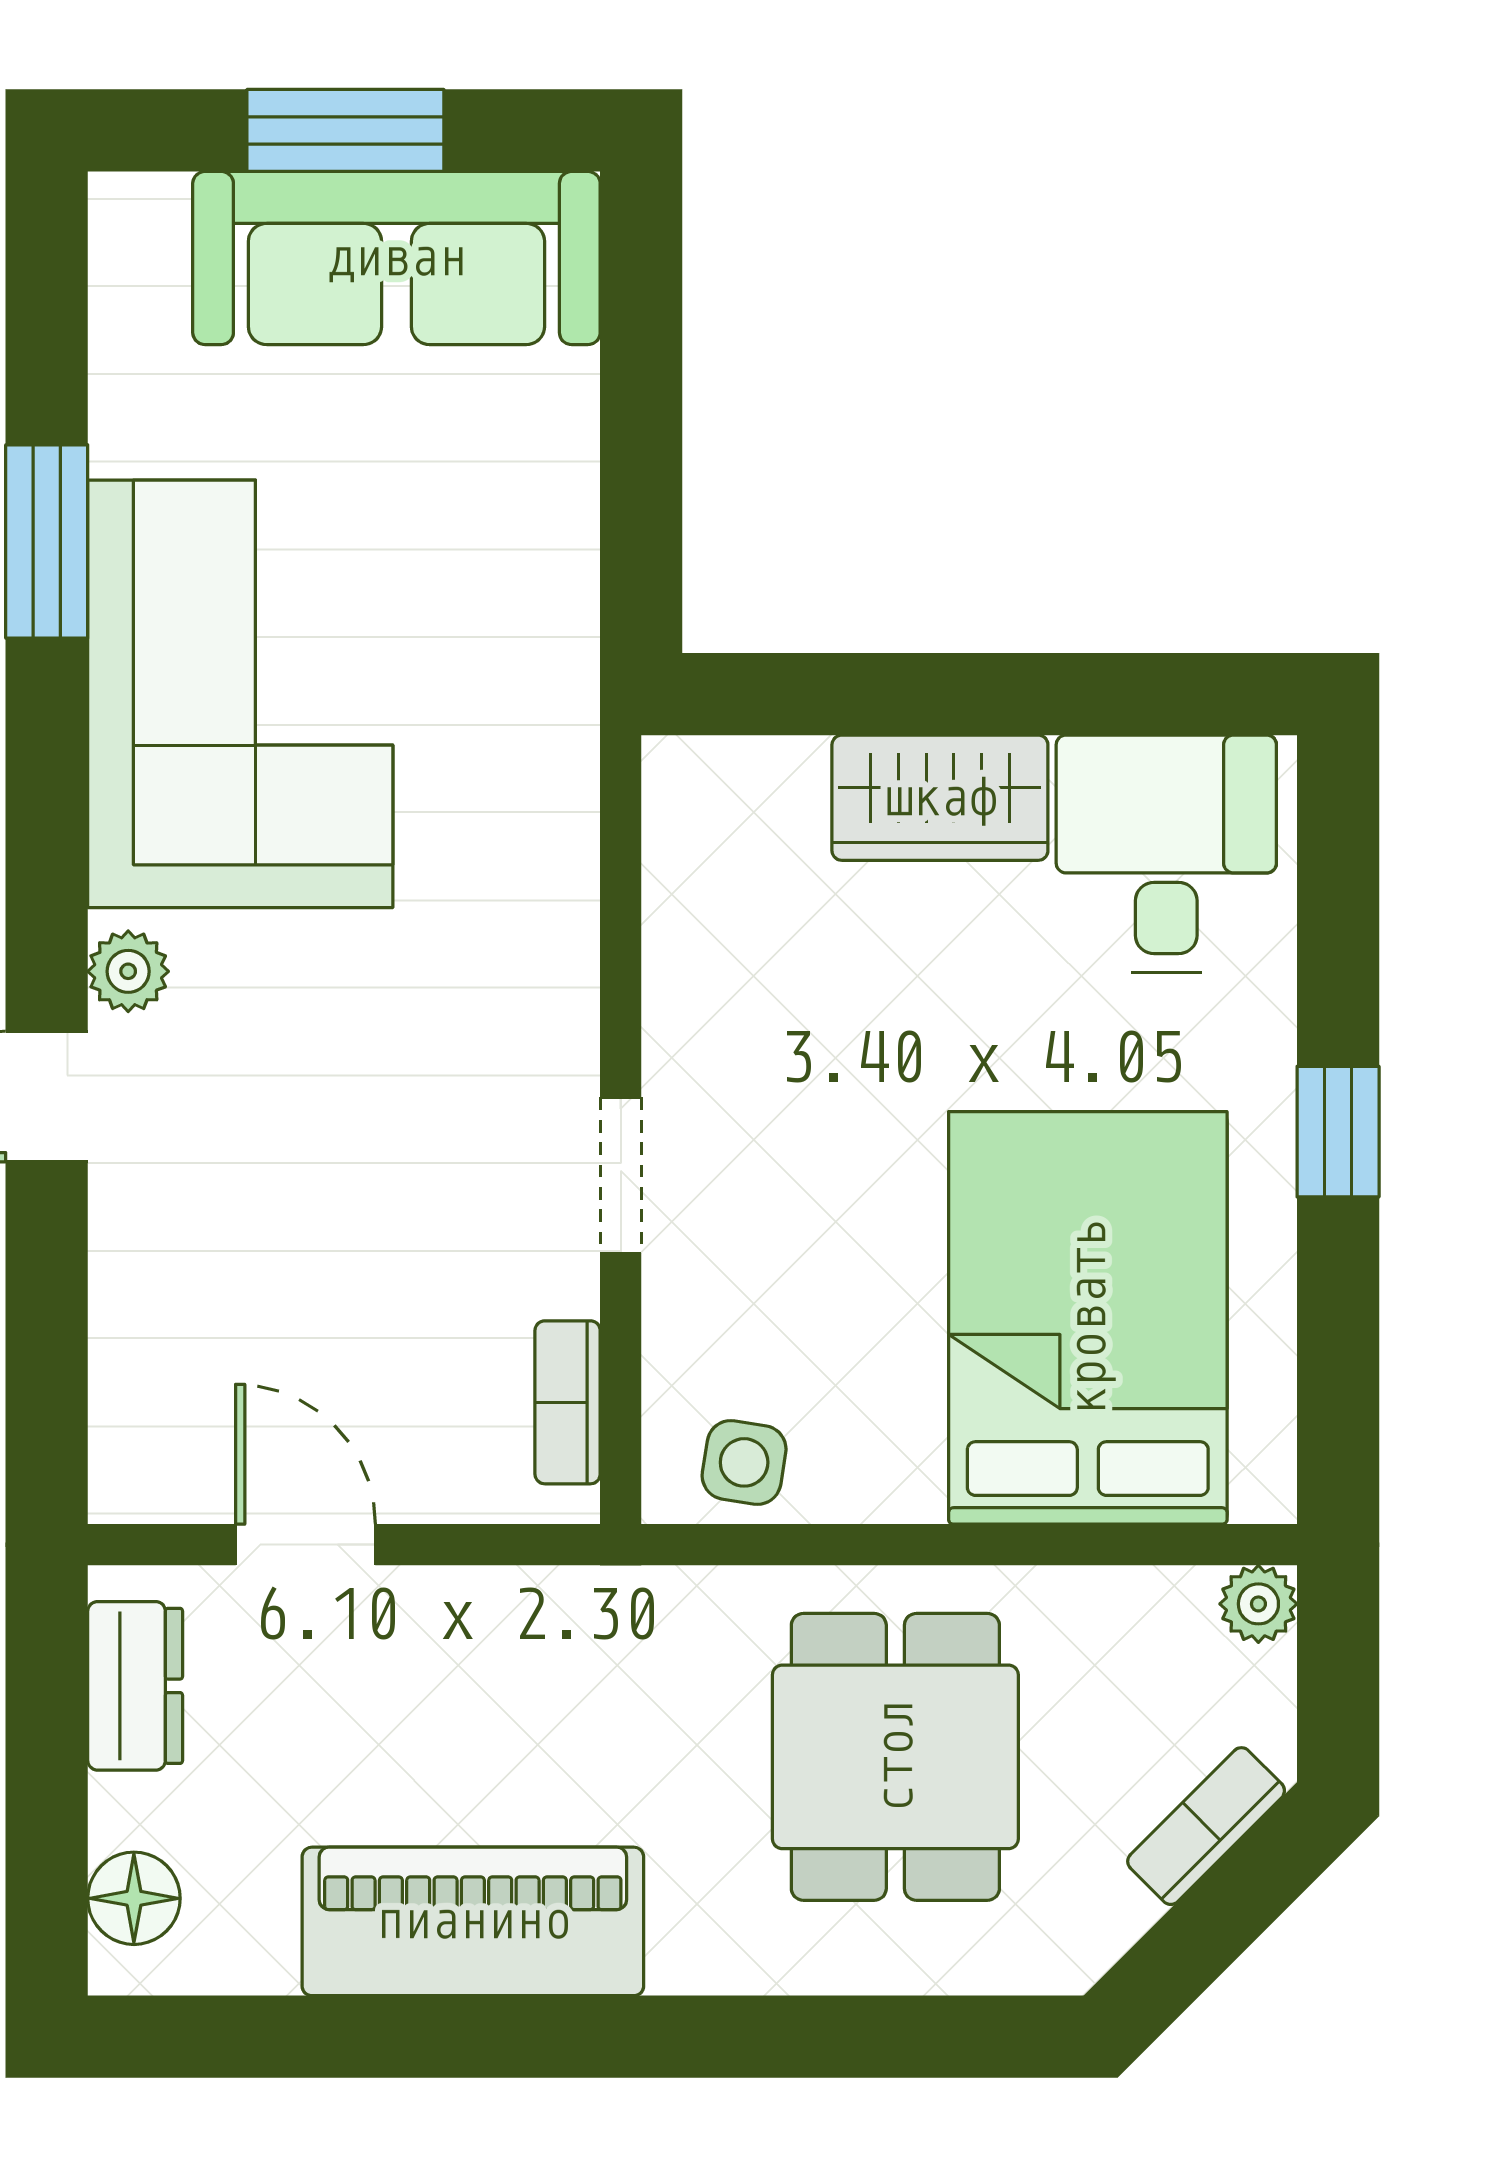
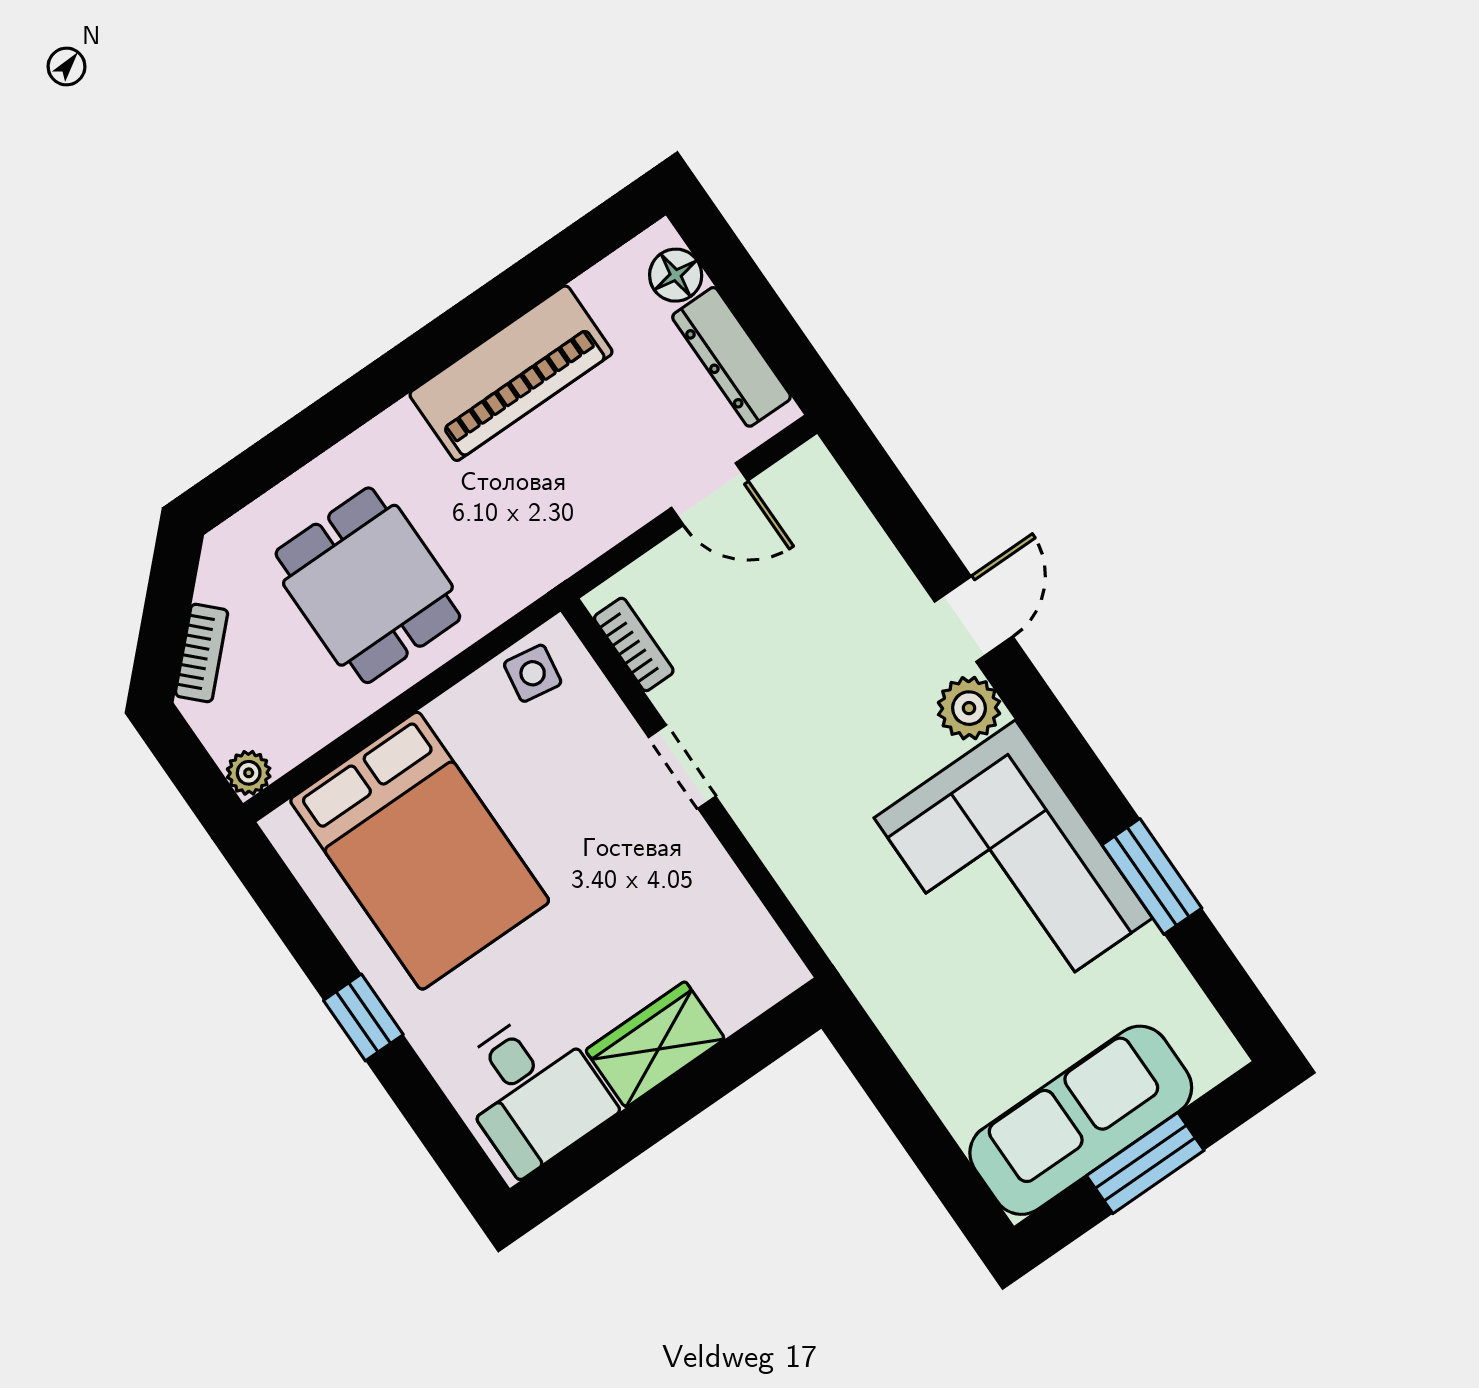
plant: (128, 971) -> (969, 708), width x1.38, depth x1.38
dresser: (135, 1686) -> (731, 357), width x1.44

